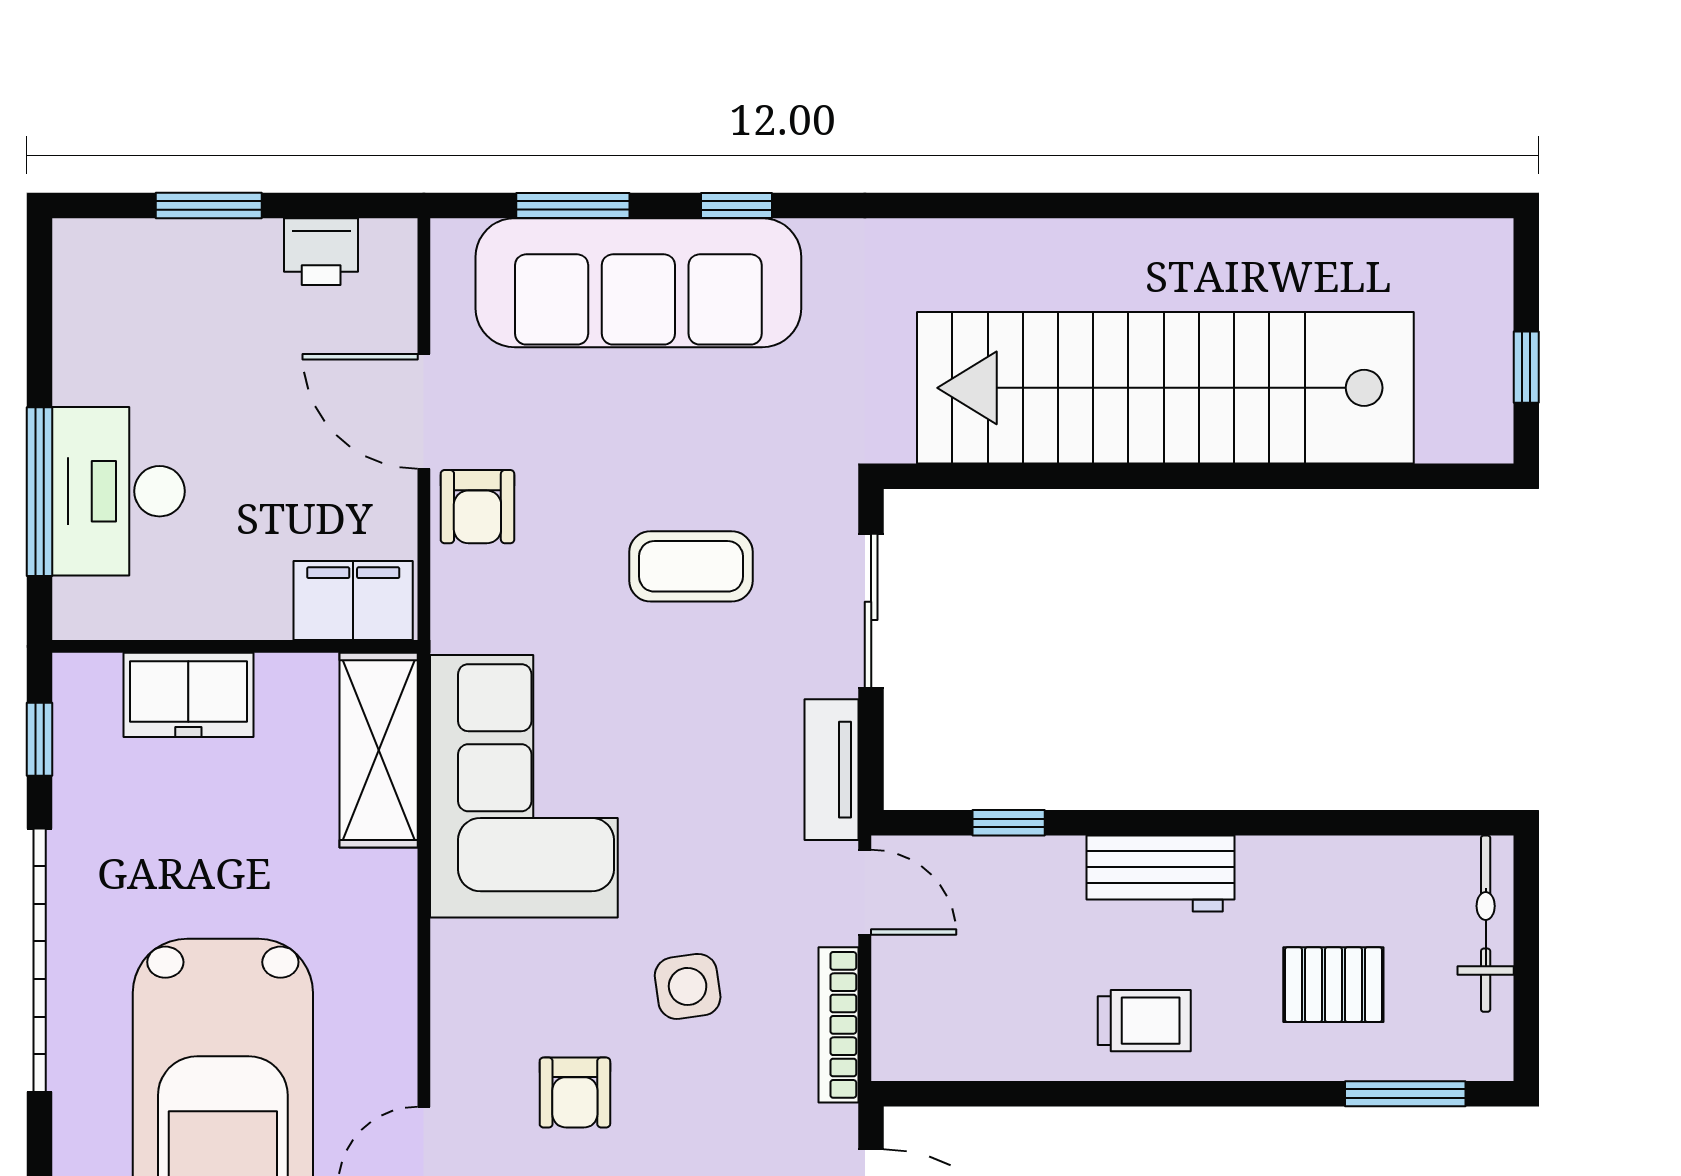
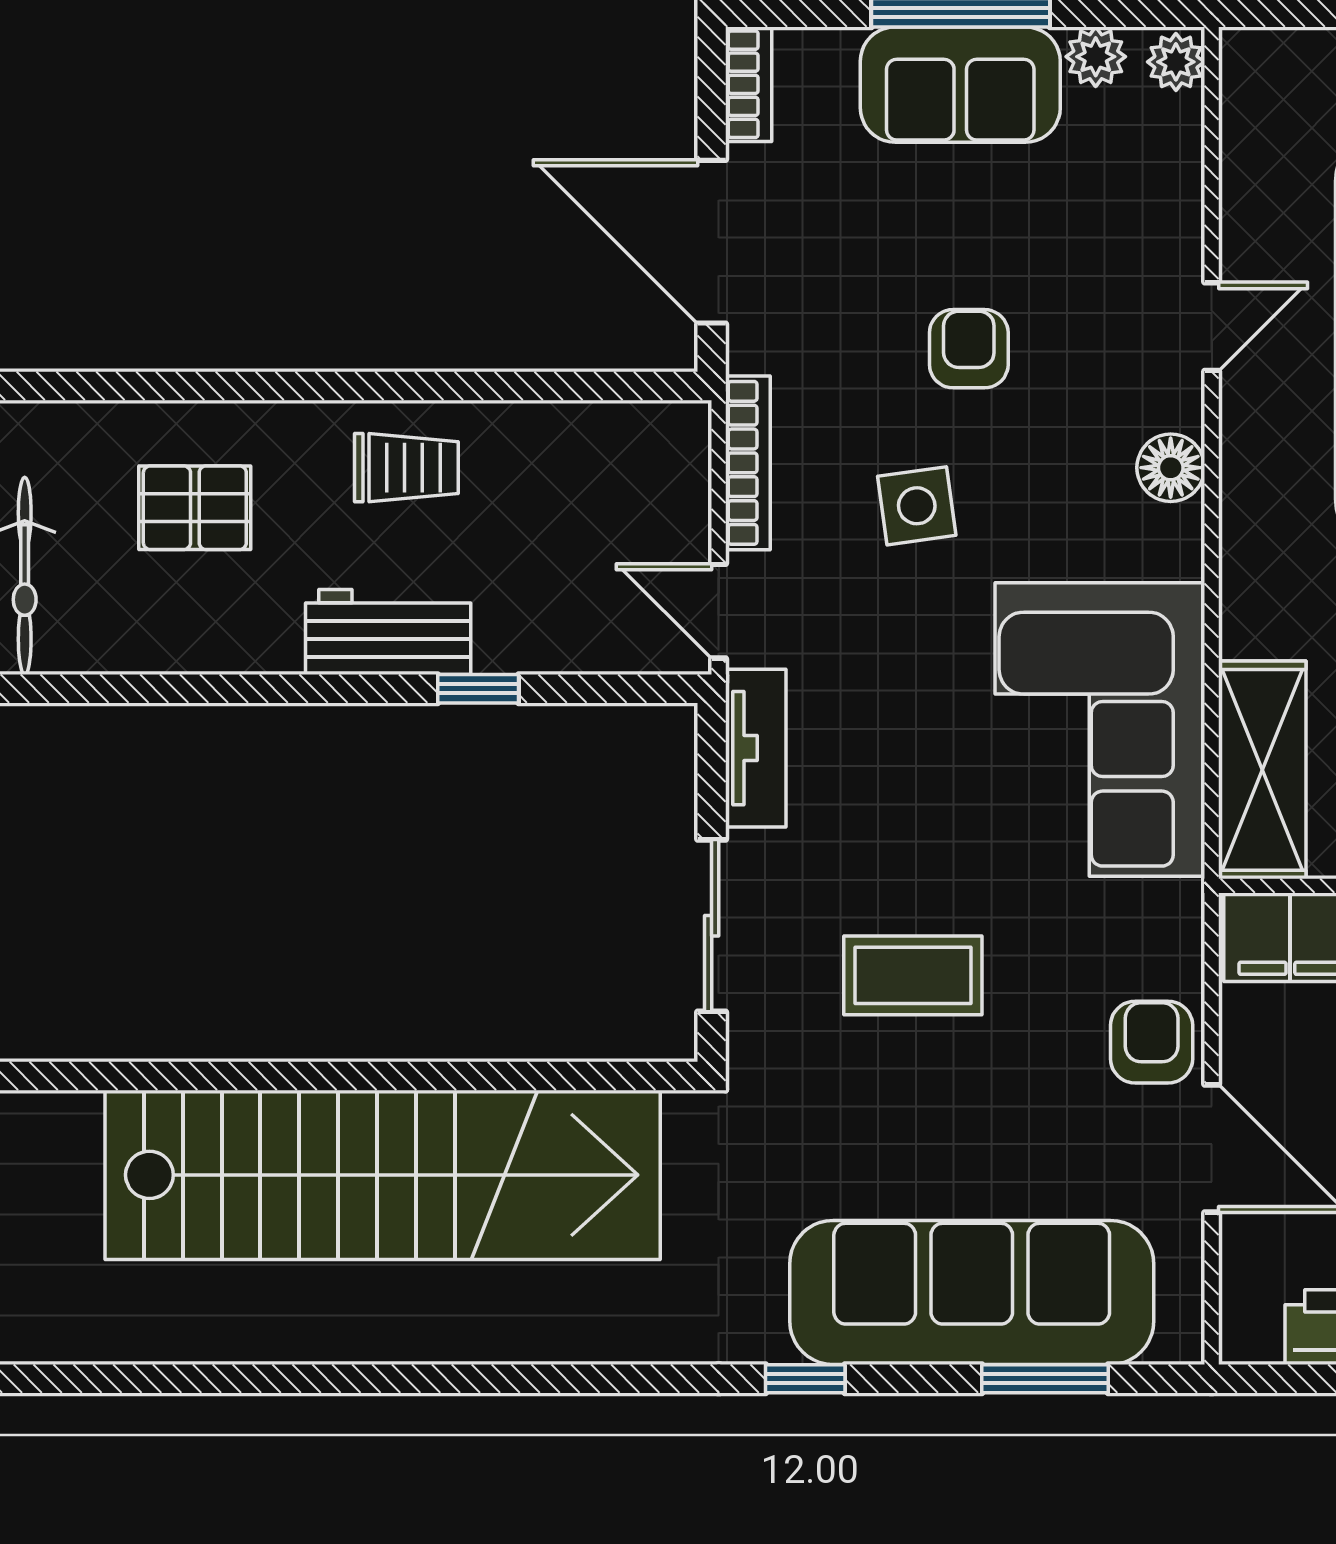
window: (736, 205) -> (805, 1379), moved
window: (1009, 823) -> (478, 689), moved
floor lamp: (460, 1020) -> (1171, 468), added
trolley: (1144, 1021) -> (406, 468), turned 180
armchair: (575, 1092) -> (969, 349), moved
window: (1405, 1094) -> (115, 386), removed

